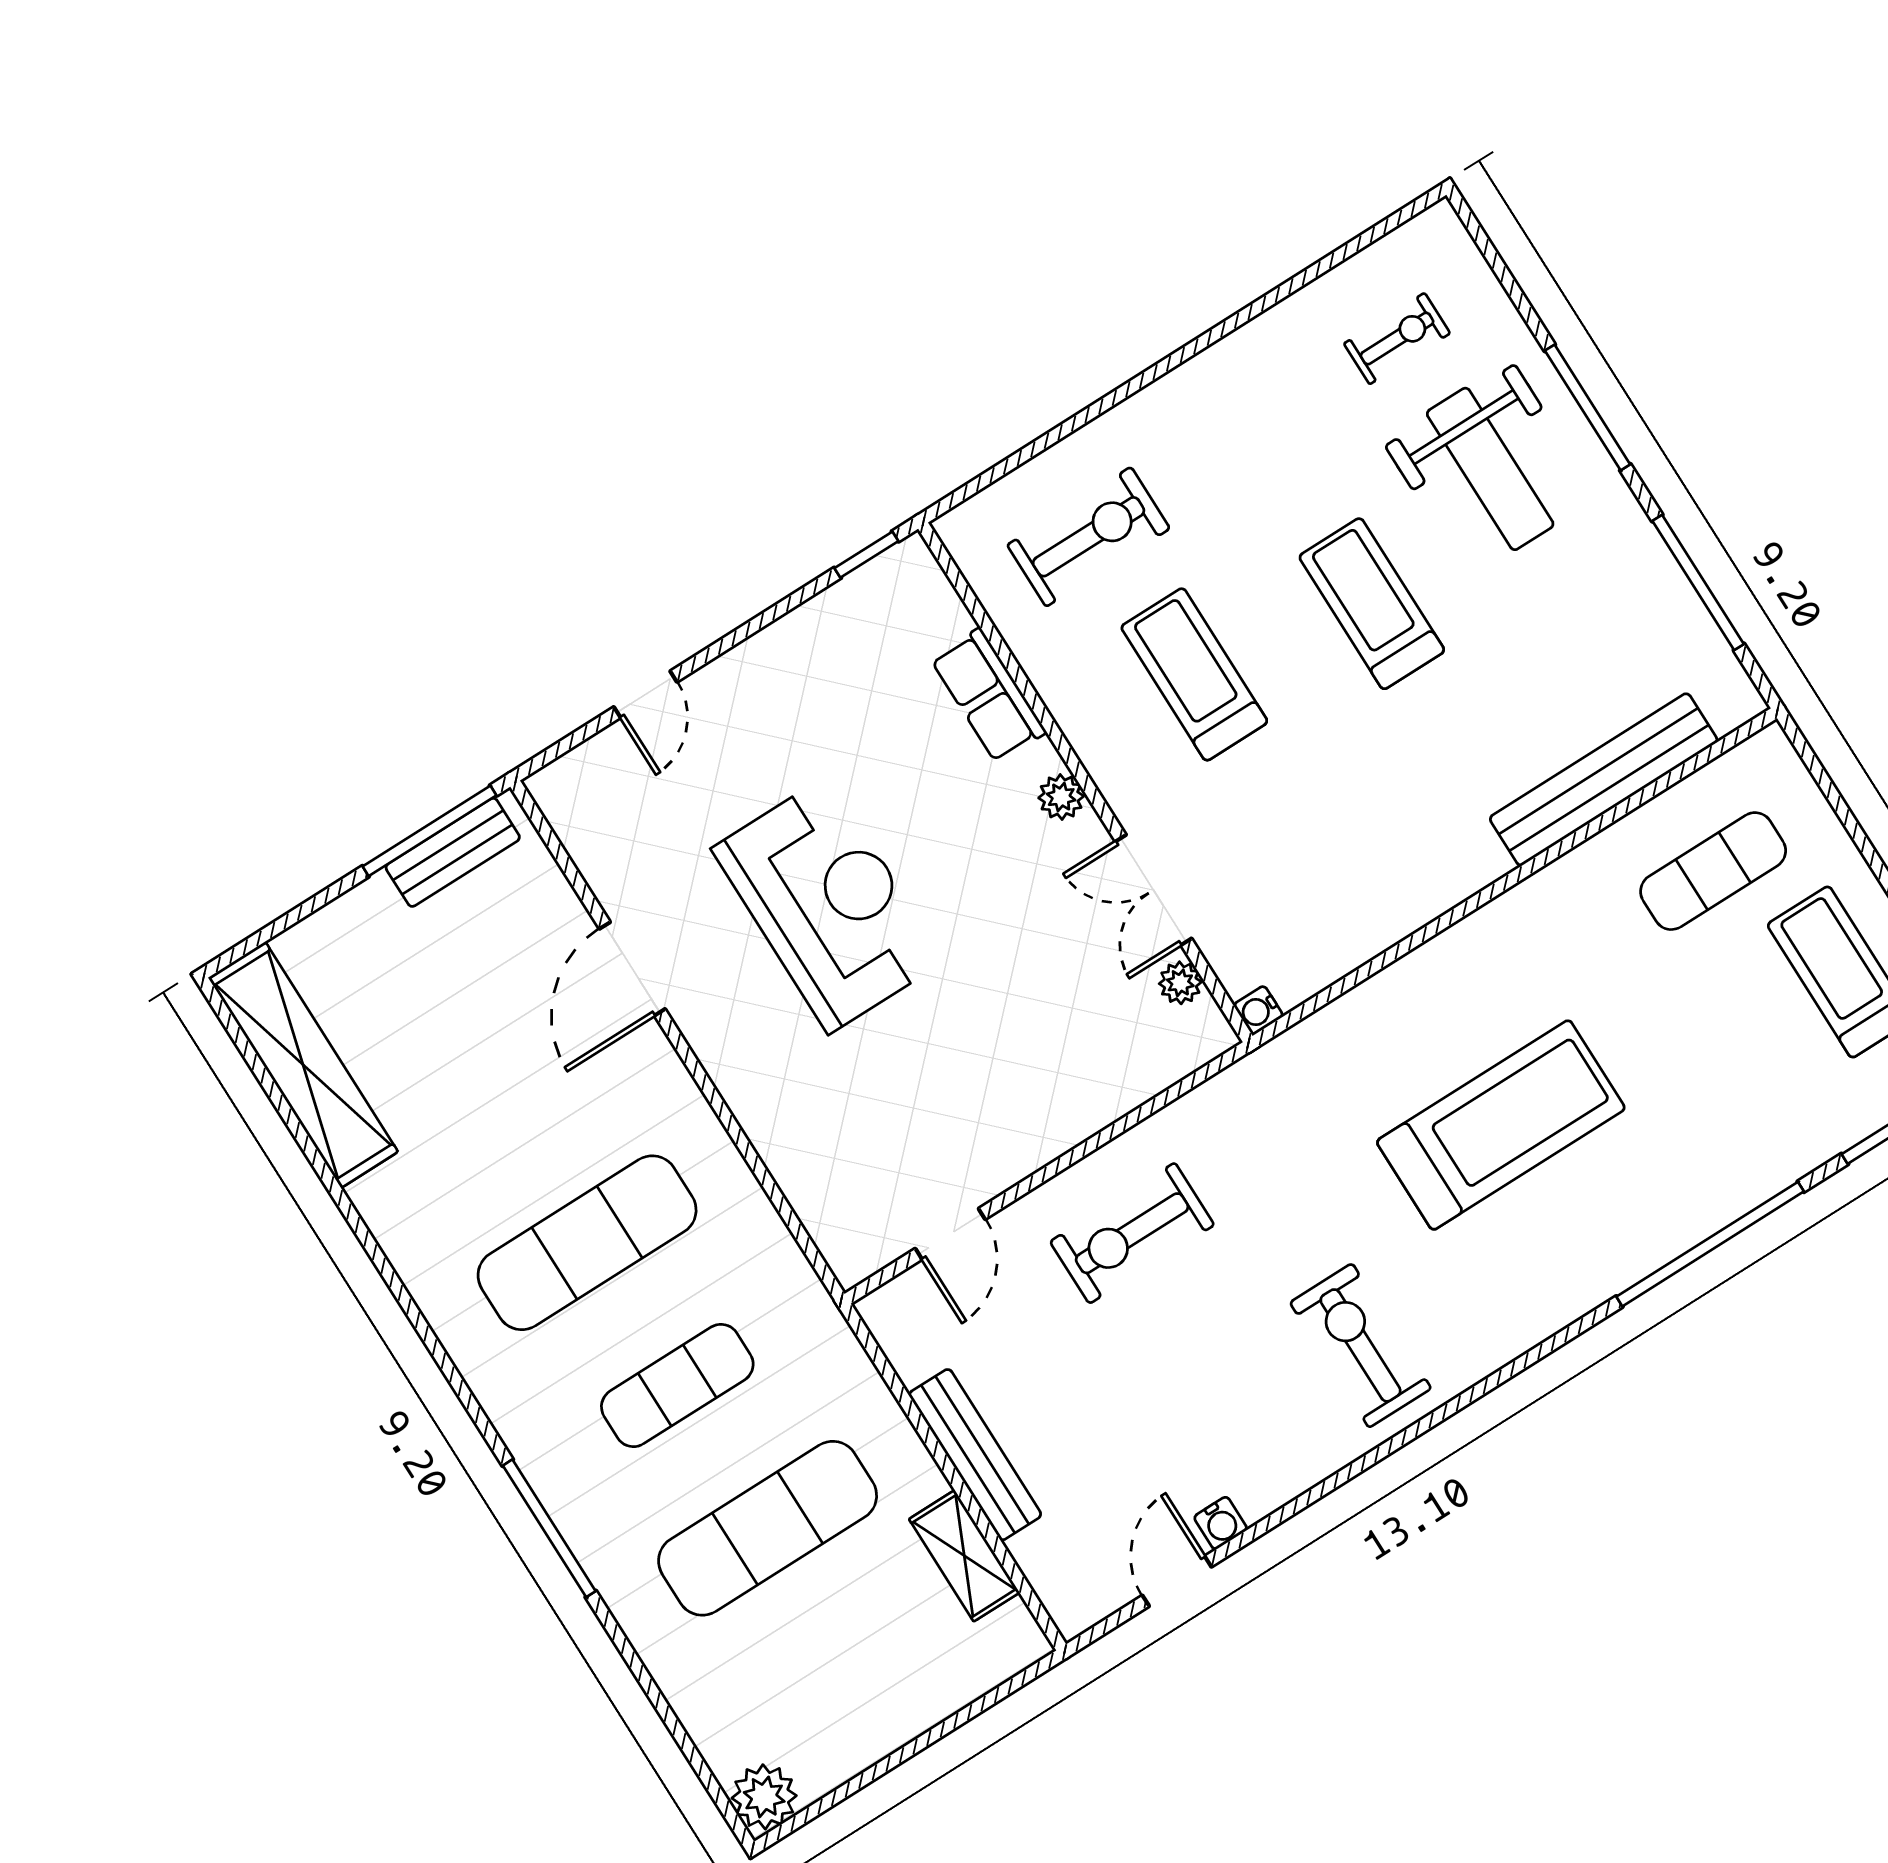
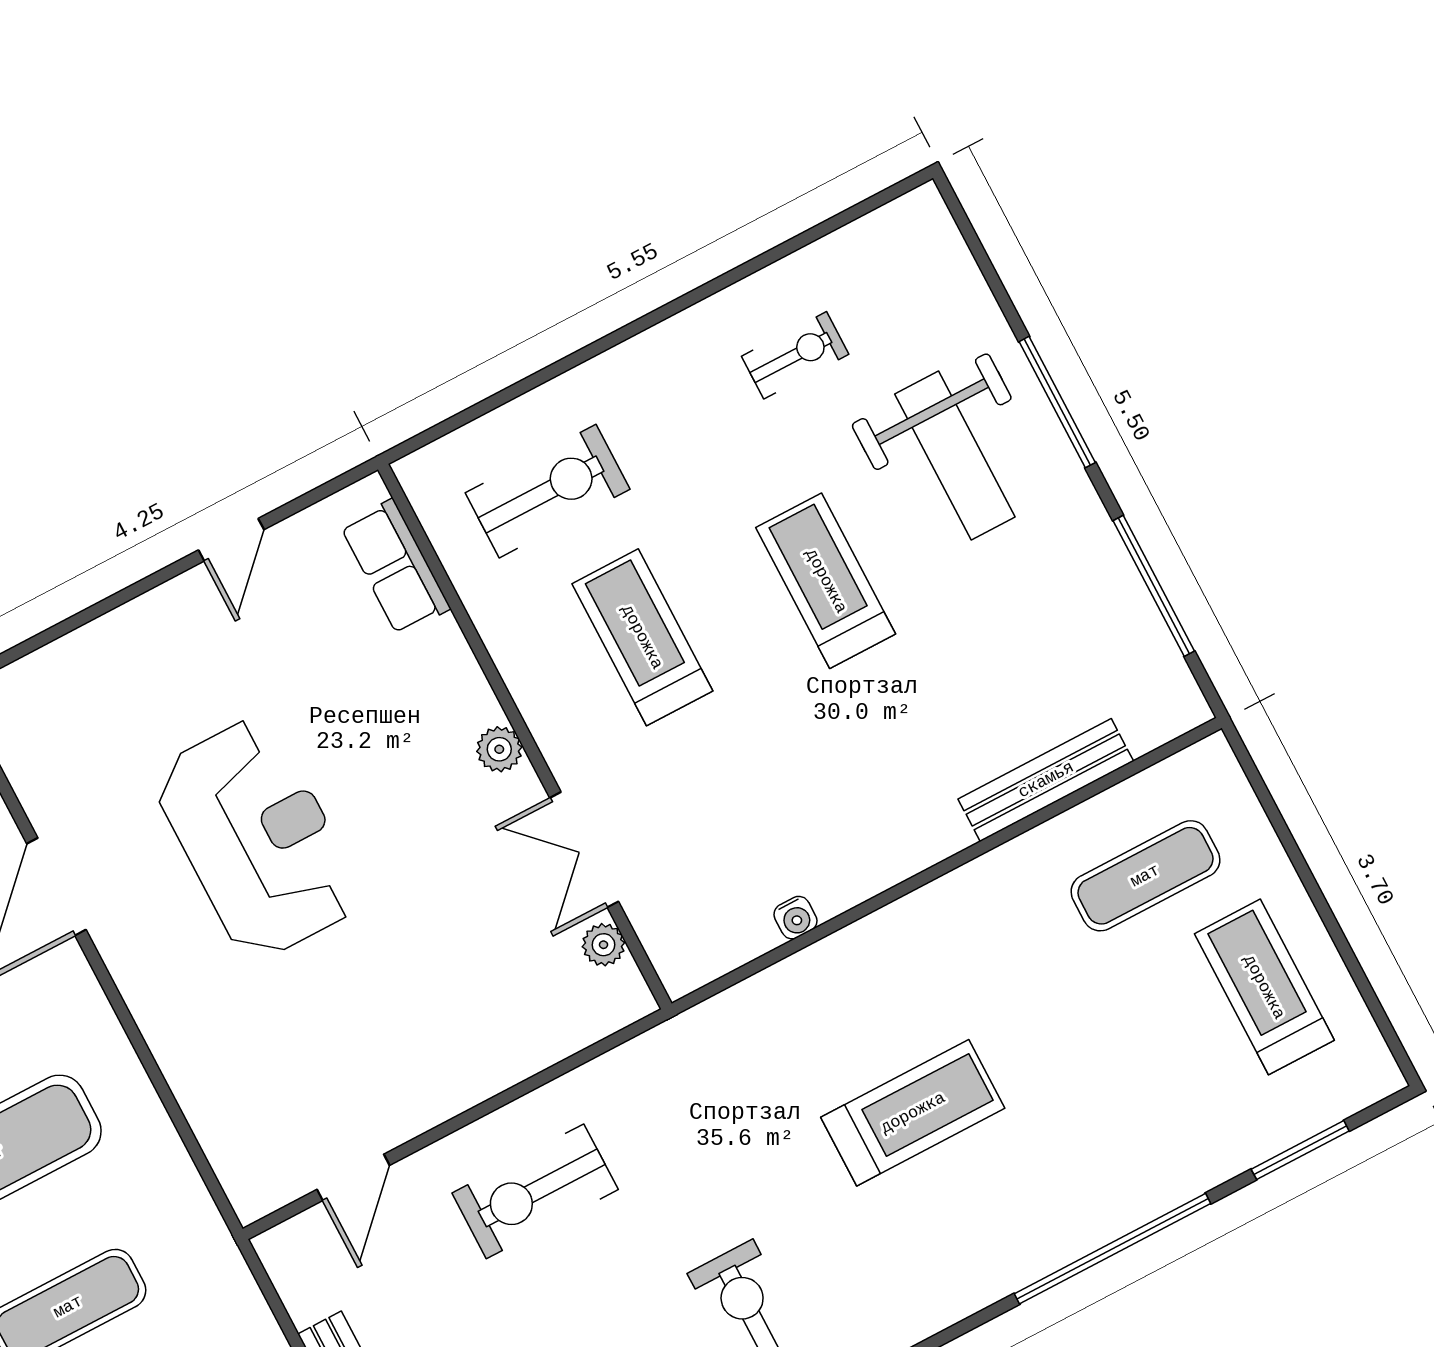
exercise bike: (1397, 338) -> (795, 355), moved
window: (866, 555) -> (324, 491), removed
door: (645, 694) -> (231, 540), moved
row of seats: (988, 696) -> (395, 567), moved
bench: (1604, 780) -> (1046, 780), width x0.73, depth x0.82
water cooler: (1258, 1010) -> (795, 918), moved, turned -90
treadmill: (1501, 1125) -> (913, 1113), width x0.73, depth x0.73

